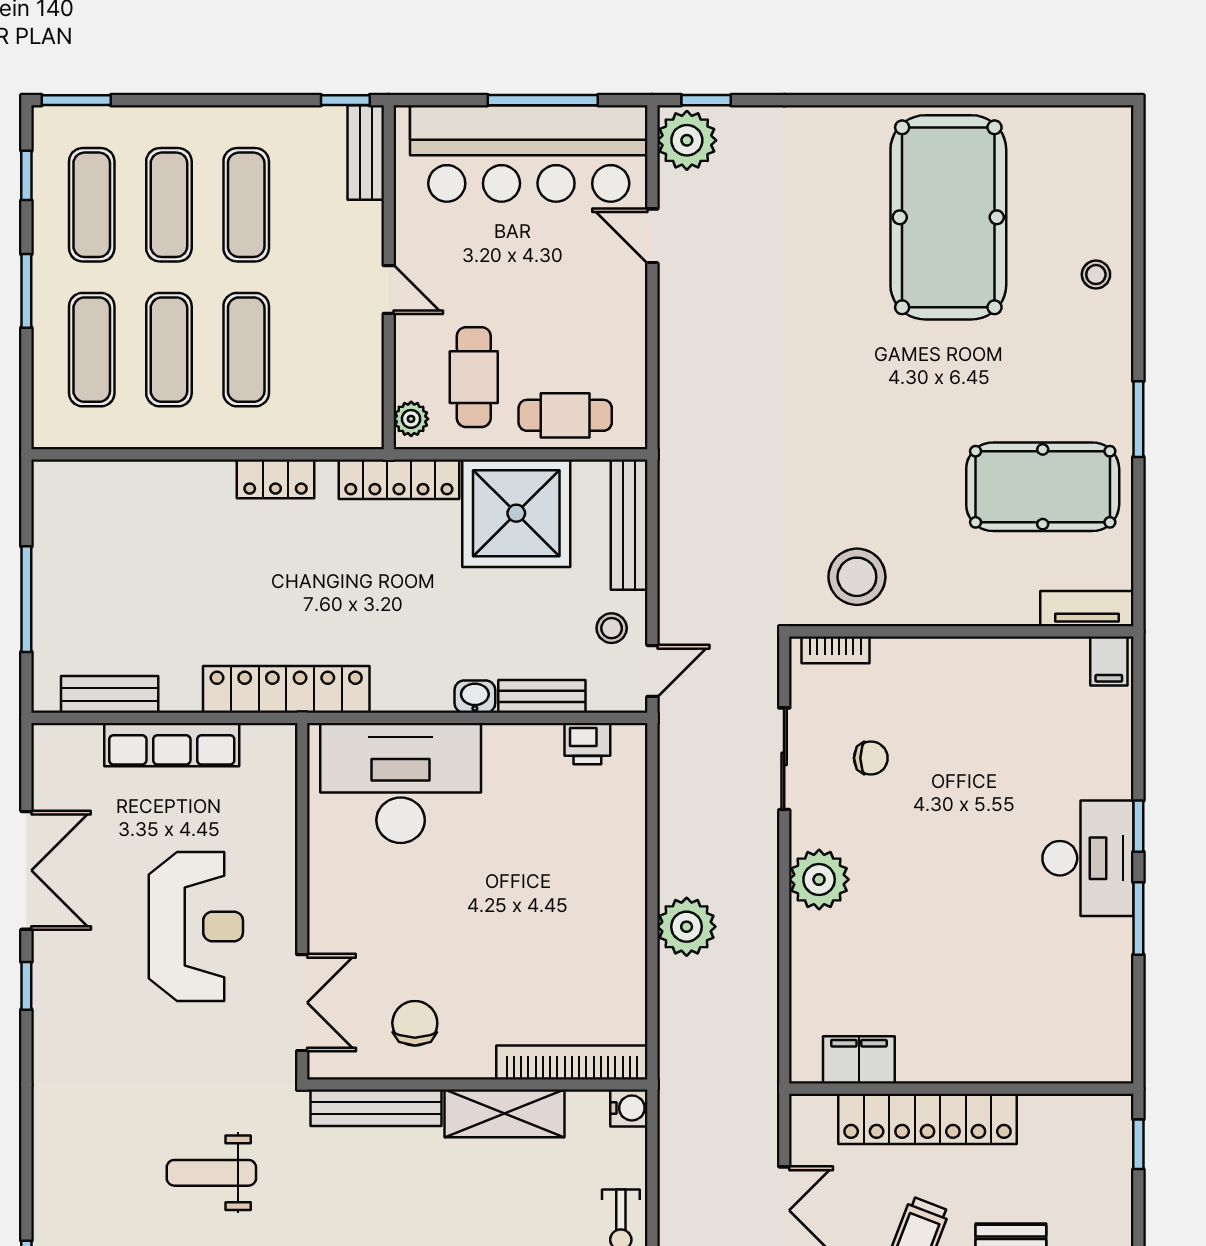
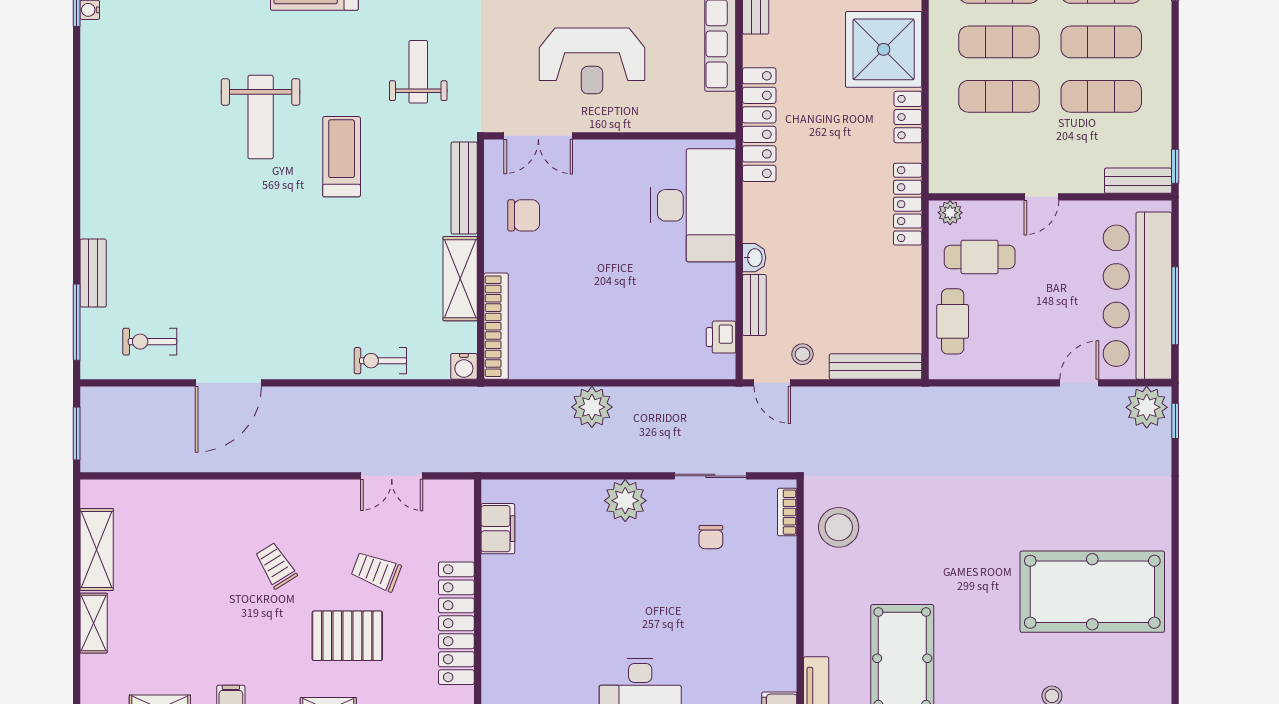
shower: (516, 513) -> (884, 49), moved
locker: (927, 1119) -> (456, 623), moved

